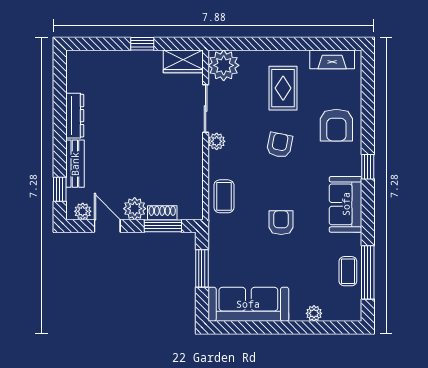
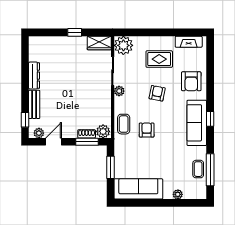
rug: (283, 88) -> (159, 59), turned 90
window: (368, 167) -> (210, 119), moved
sofa: (346, 204) -> (197, 123), width x1.36
plant: (135, 209) -> (103, 131), moved
armchair: (281, 223) -> (147, 130), moved
door: (107, 226) -> (54, 142), hinge flipped

